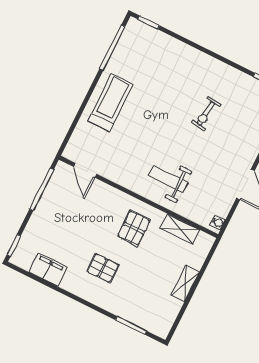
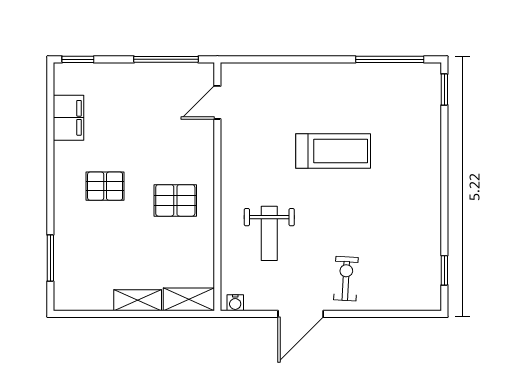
treadmill: (110, 103) -> (333, 151), moved
exercise bike: (206, 114) -> (346, 279), moved, turned 86
weight bench: (168, 179) -> (269, 233), moved, turned 180
shelving: (180, 229) -> (189, 299), moved, turned 90
pallet: (103, 268) -> (105, 186), turned 90

